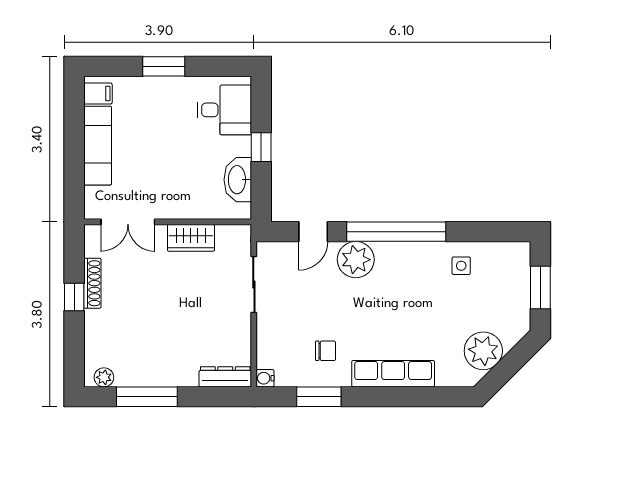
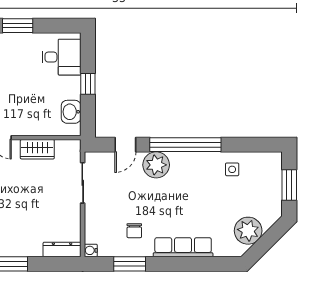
washbasin: (238, 180) -> (71, 112), width x0.72
chair: (326, 351) -> (134, 231), turned 90

